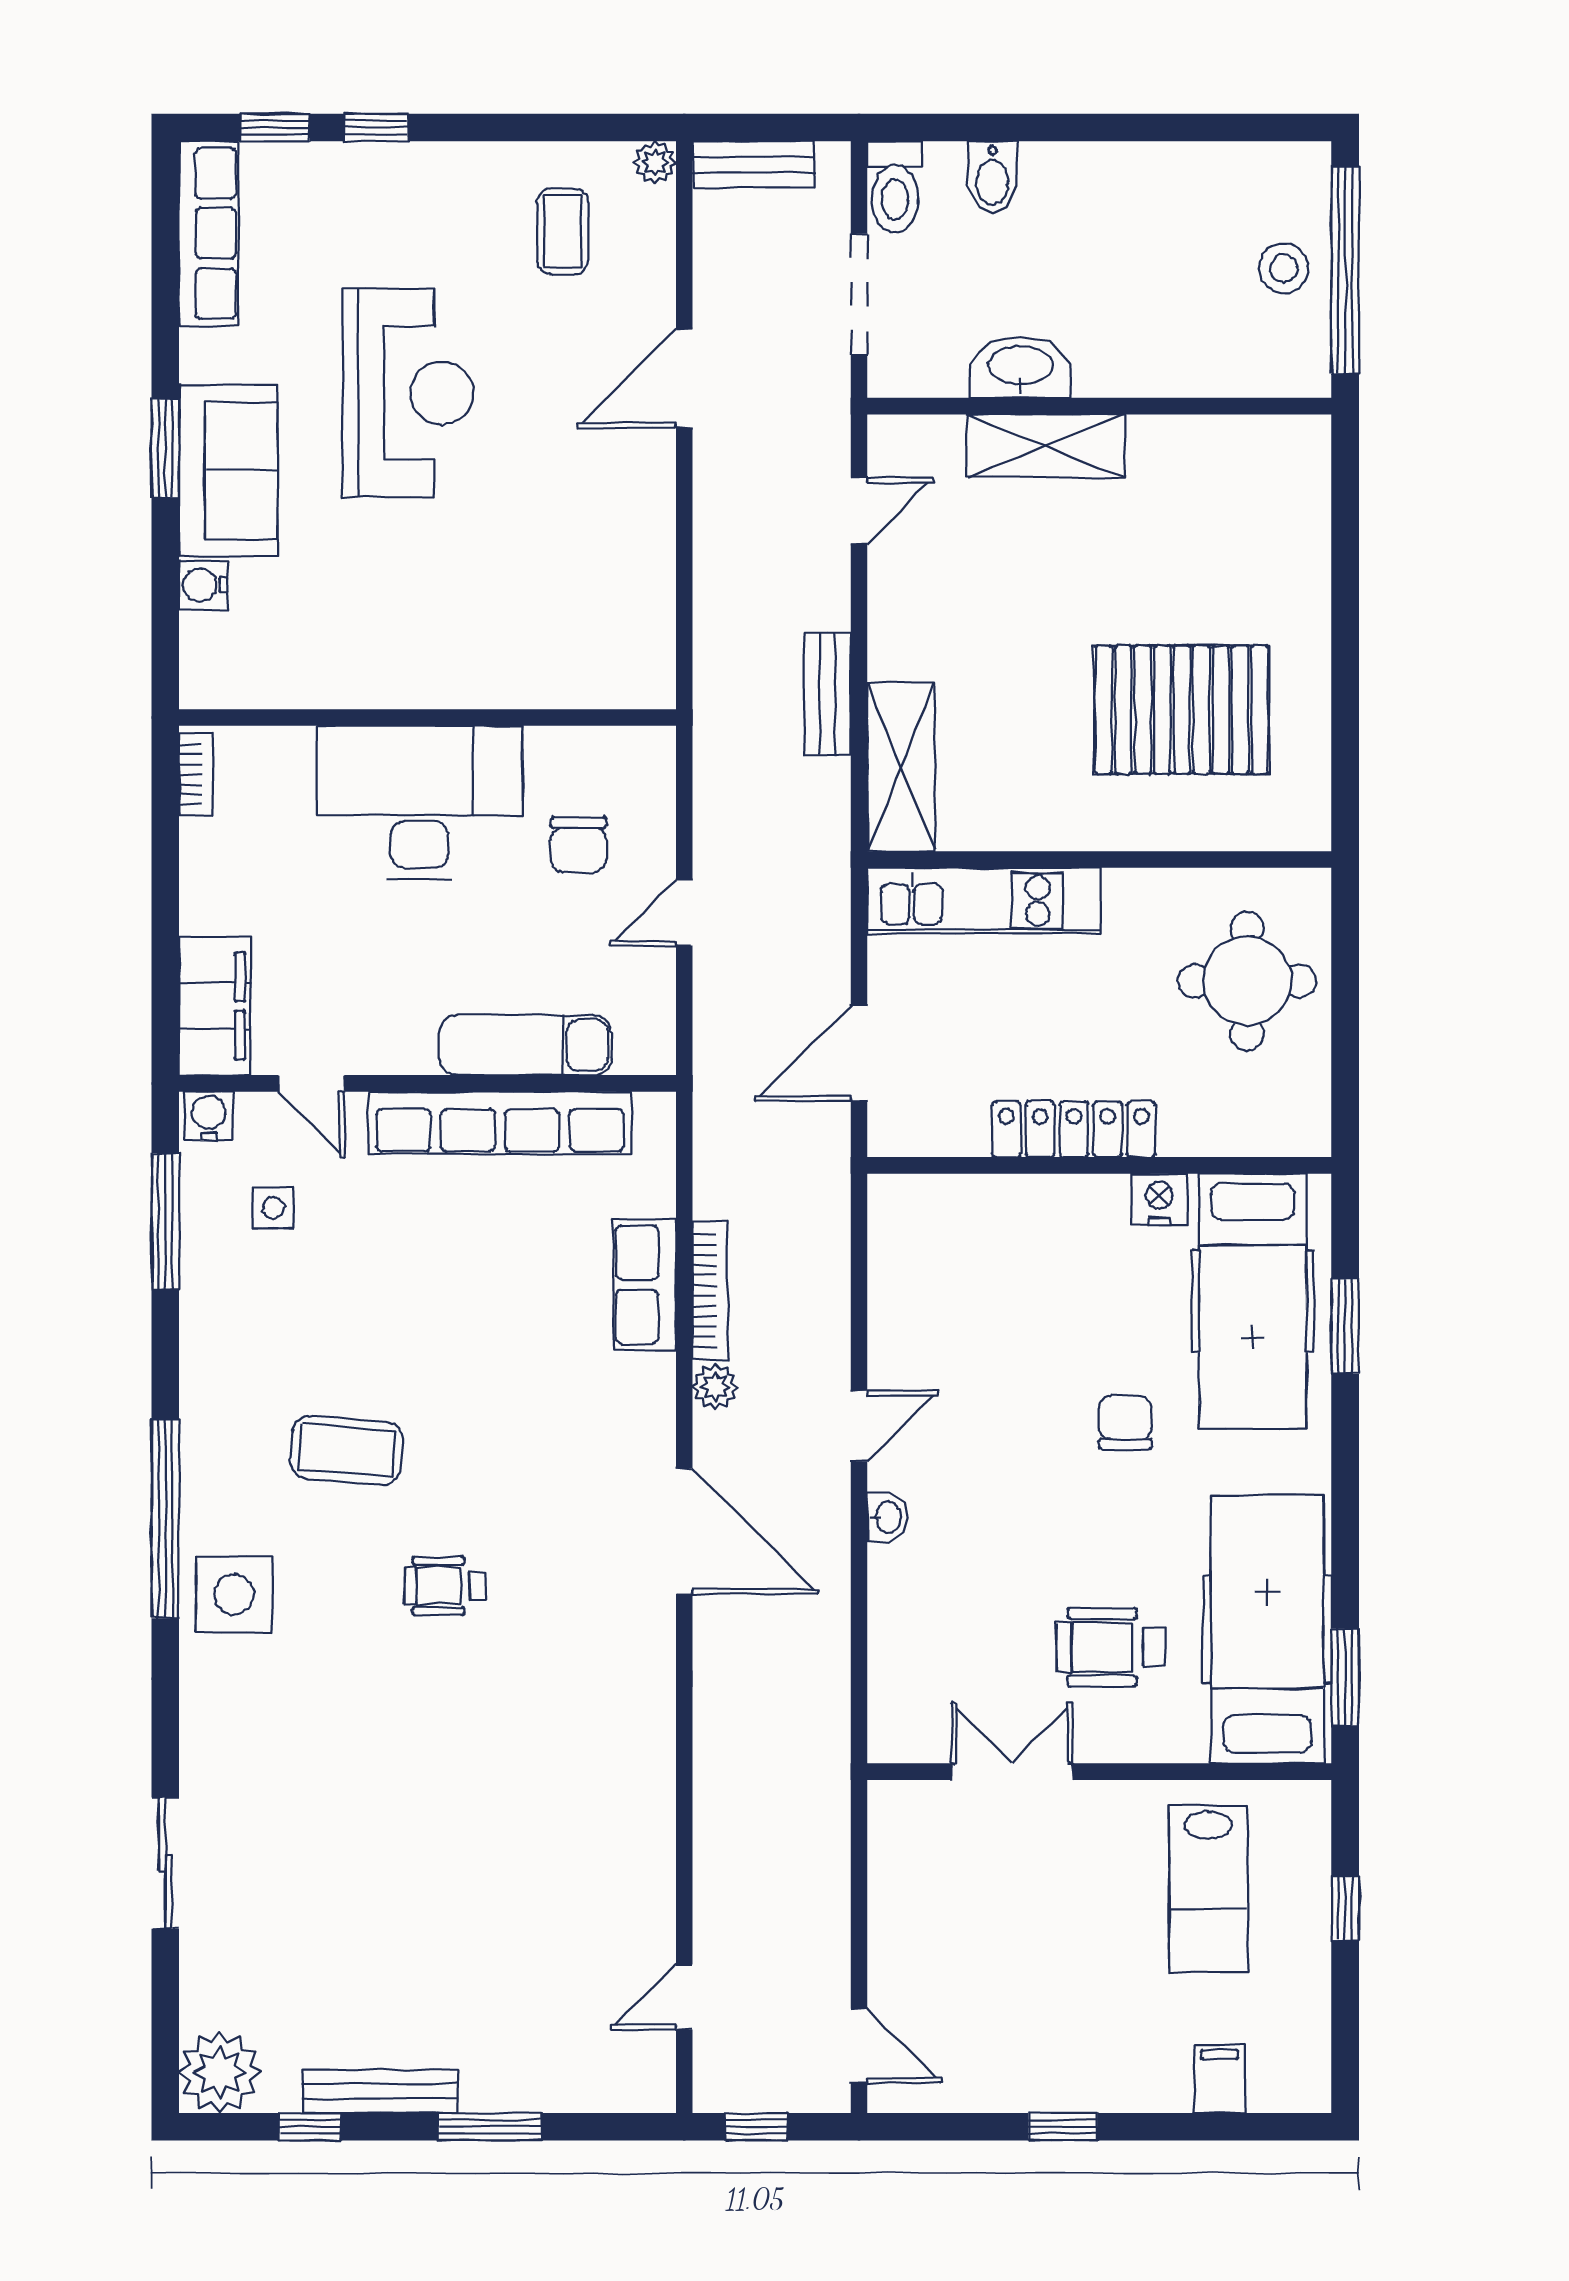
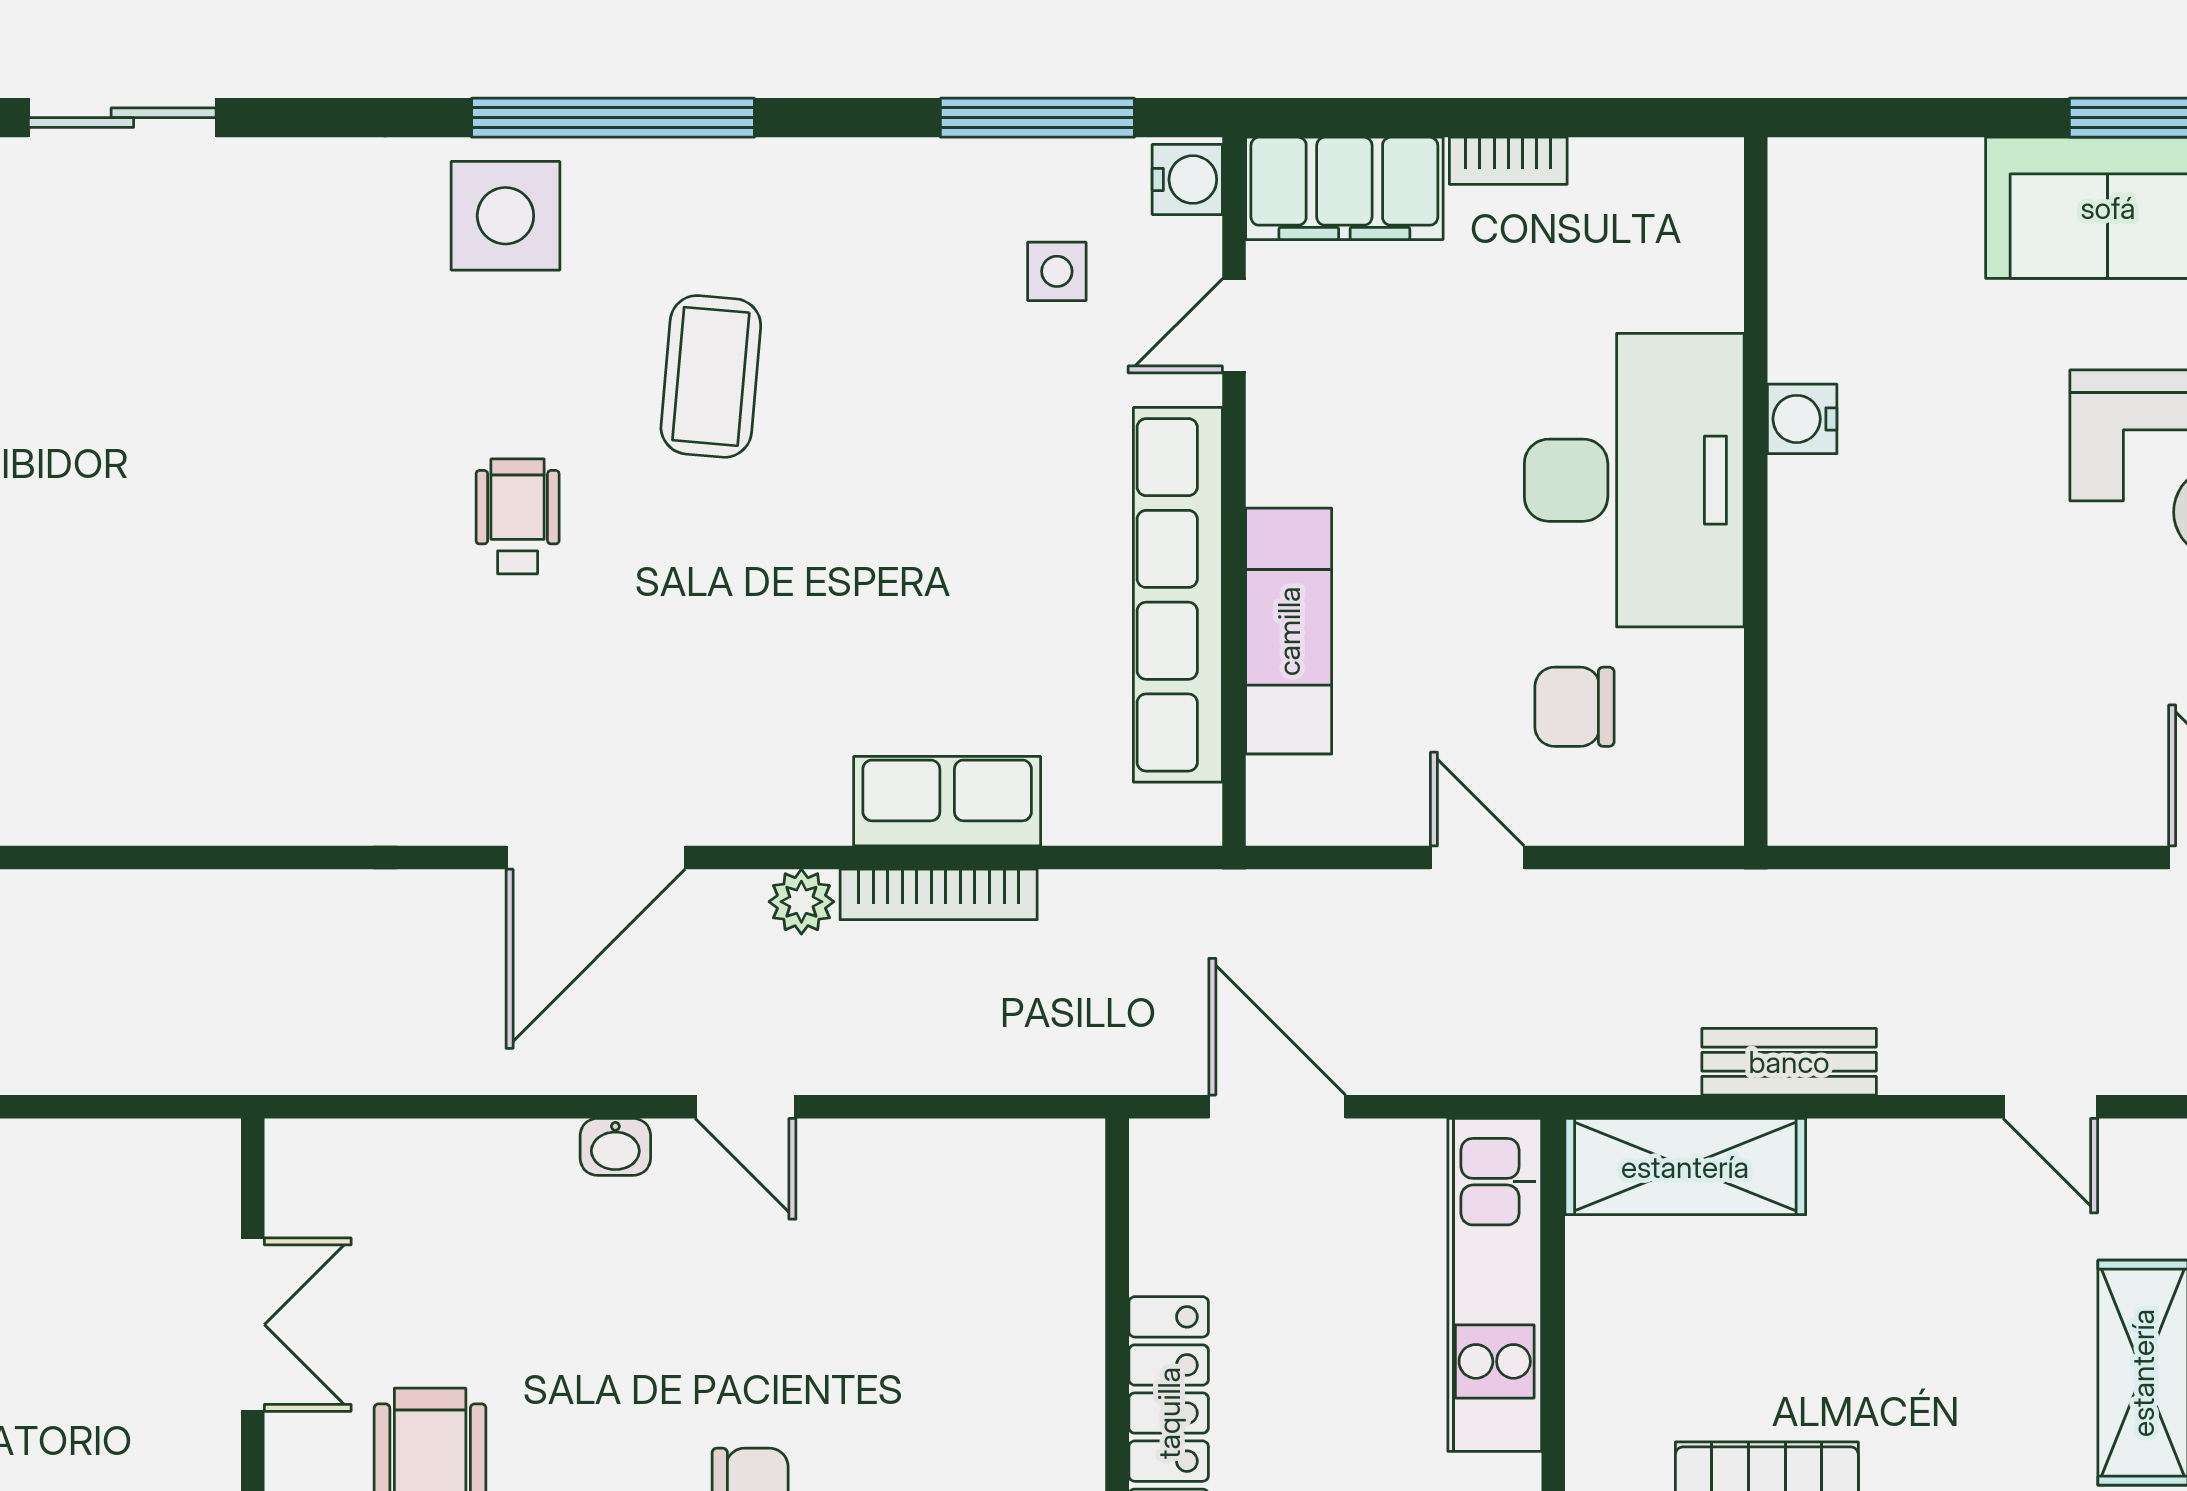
water cooler: (203, 585) -> (1802, 419), moved, turned -90
bookcase: (196, 774) -> (1508, 161), moved

